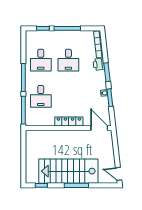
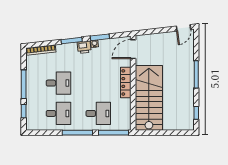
printer: (99, 64) -> (84, 47), moved
stairs: (68, 171) -> (149, 98), moved, turned 180

